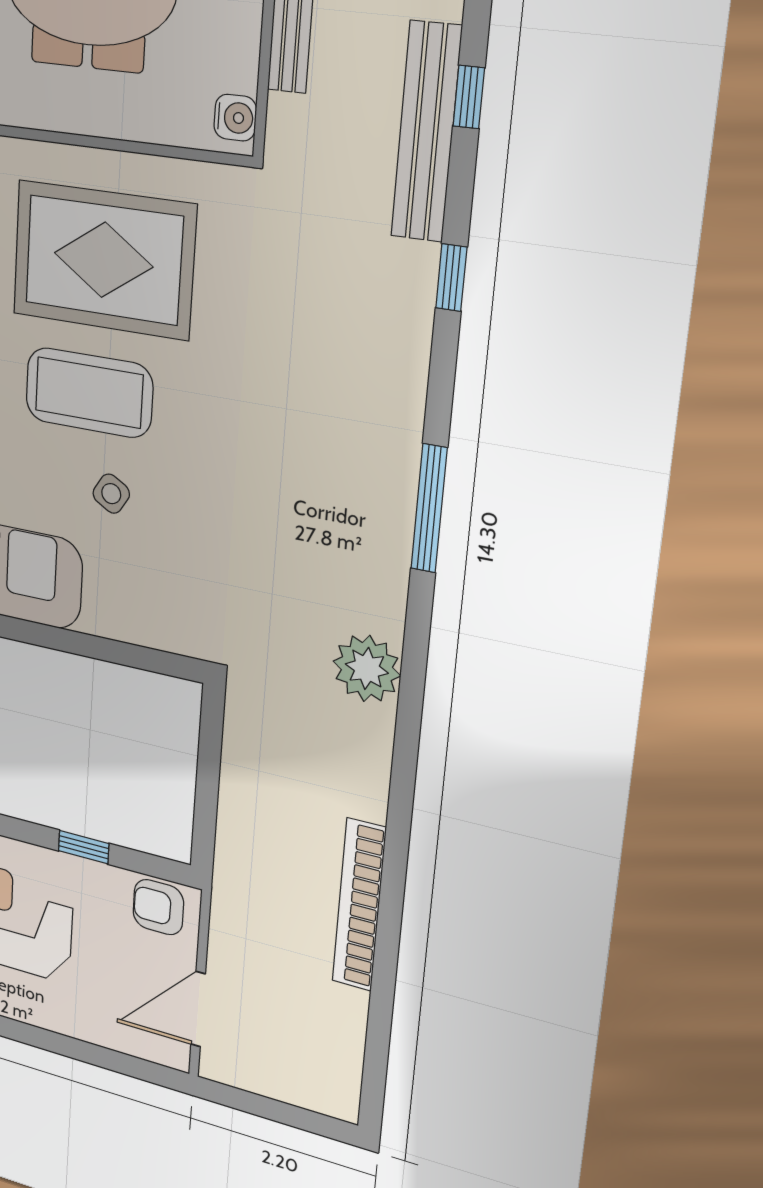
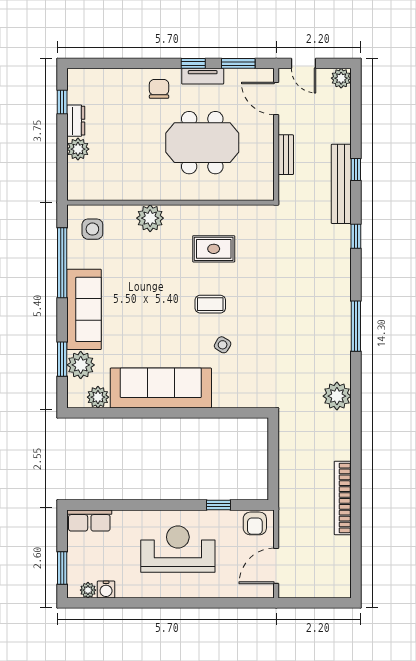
water cooler: (235, 118) -> (266, 187), removed
rug: (103, 260) -> (214, 249), width x0.54, depth x0.49
coffee table: (89, 393) -> (210, 304), width x0.54, depth x0.58
armchair: (158, 907) -> (255, 523), turned -90

